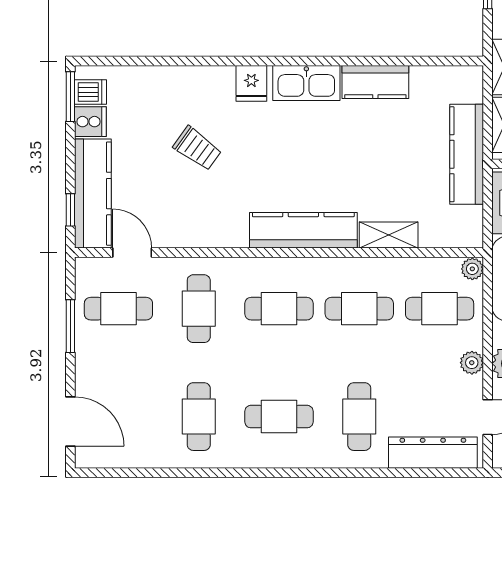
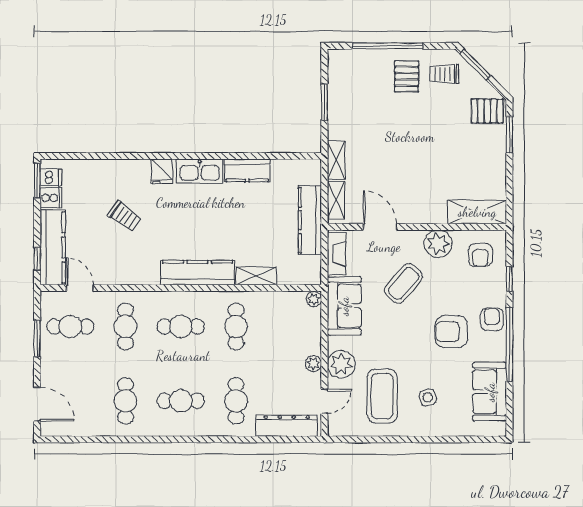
cafe table: (359, 309) -> (236, 327), turned 90
cafe table: (440, 309) -> (291, 327), removed

